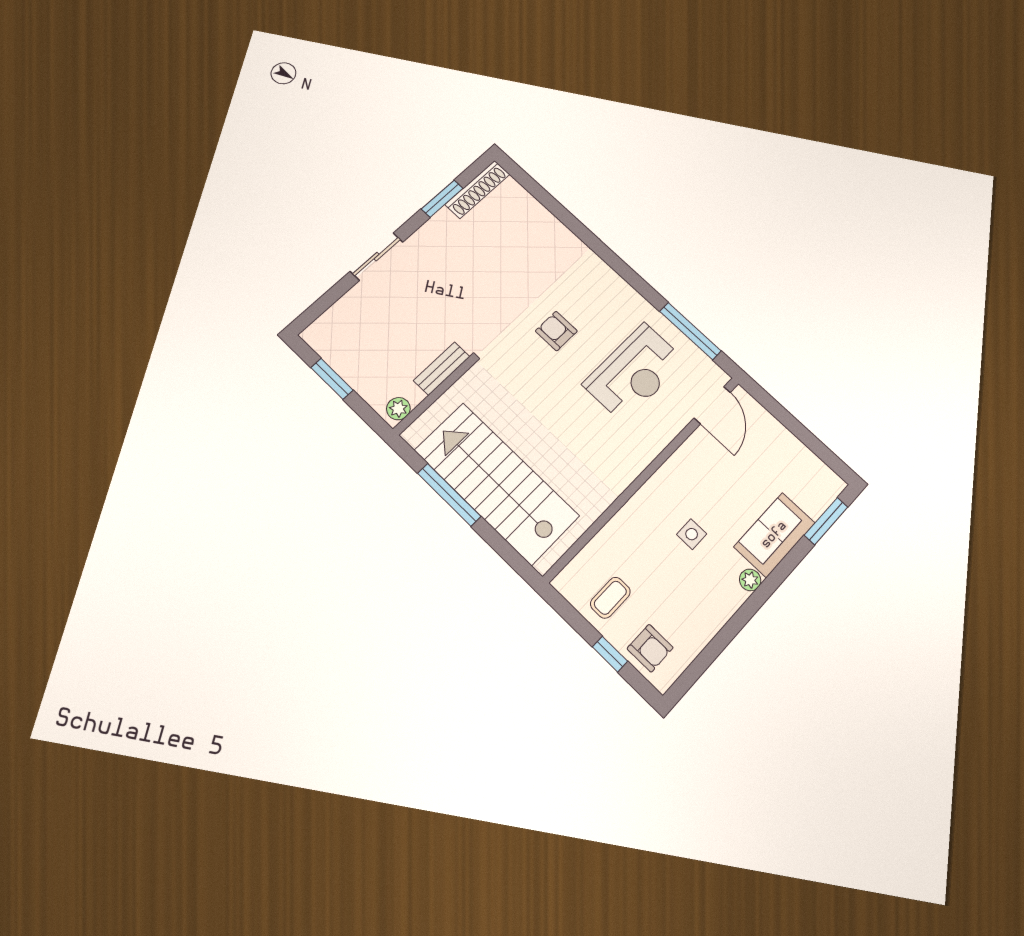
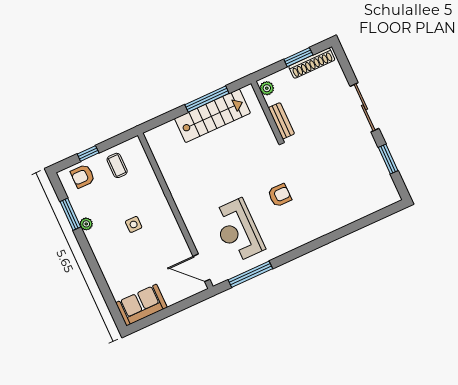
shoe rack: (477, 189) -> (312, 63), moved, turned -90
sliding door: (377, 257) -> (365, 107), width x1.37
stairs: (497, 483) -> (213, 116), width x0.73, depth x0.66
window: (826, 521) -> (70, 214), moved
sofa: (774, 535) -> (141, 305), moved, turned -90
plant: (750, 580) -> (86, 224), moved

